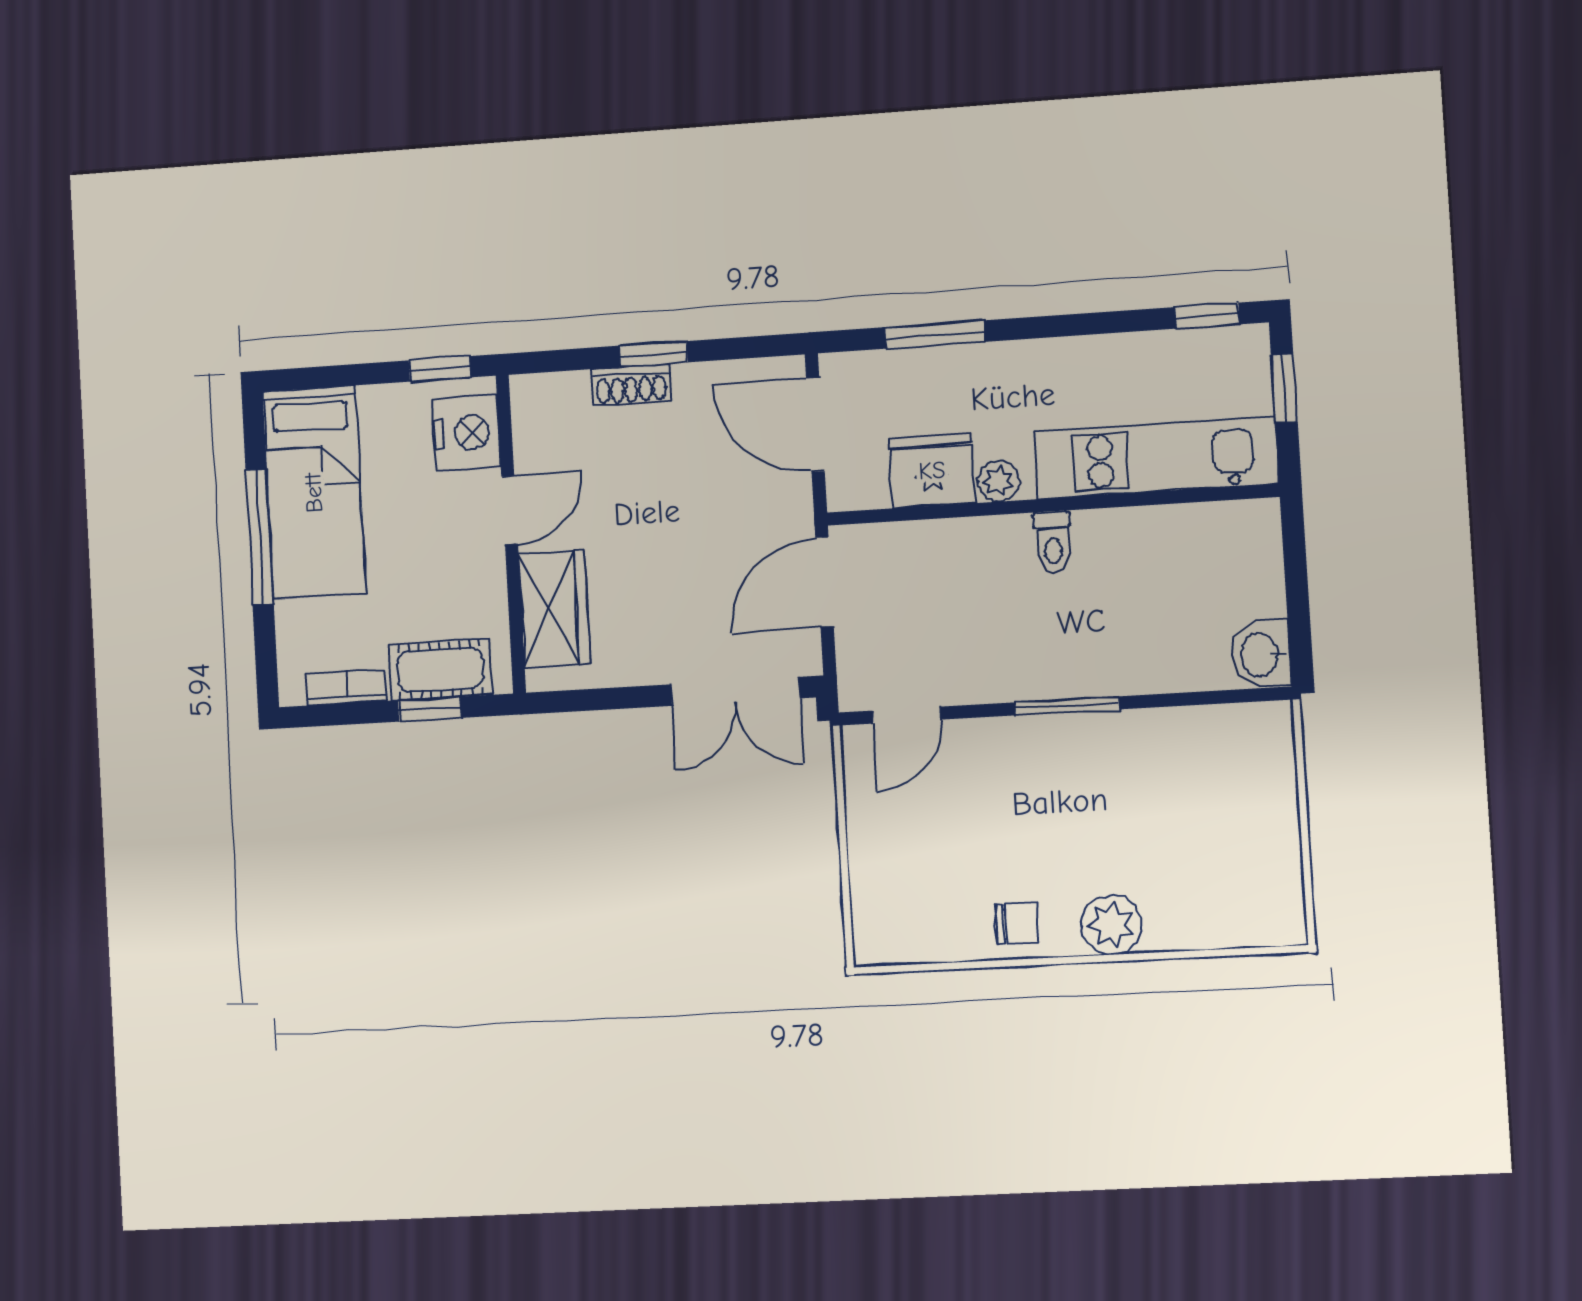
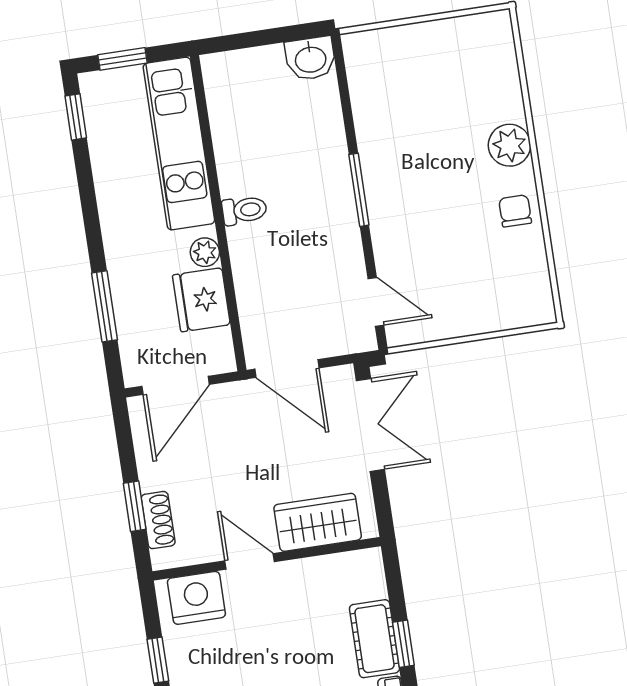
nightstand: (467, 433) -> (196, 598), moved
door: (510, 510) -> (250, 561), moved
wall: (511, 534) -> (267, 559), moved
wardrobe: (554, 609) -> (318, 522), moved

